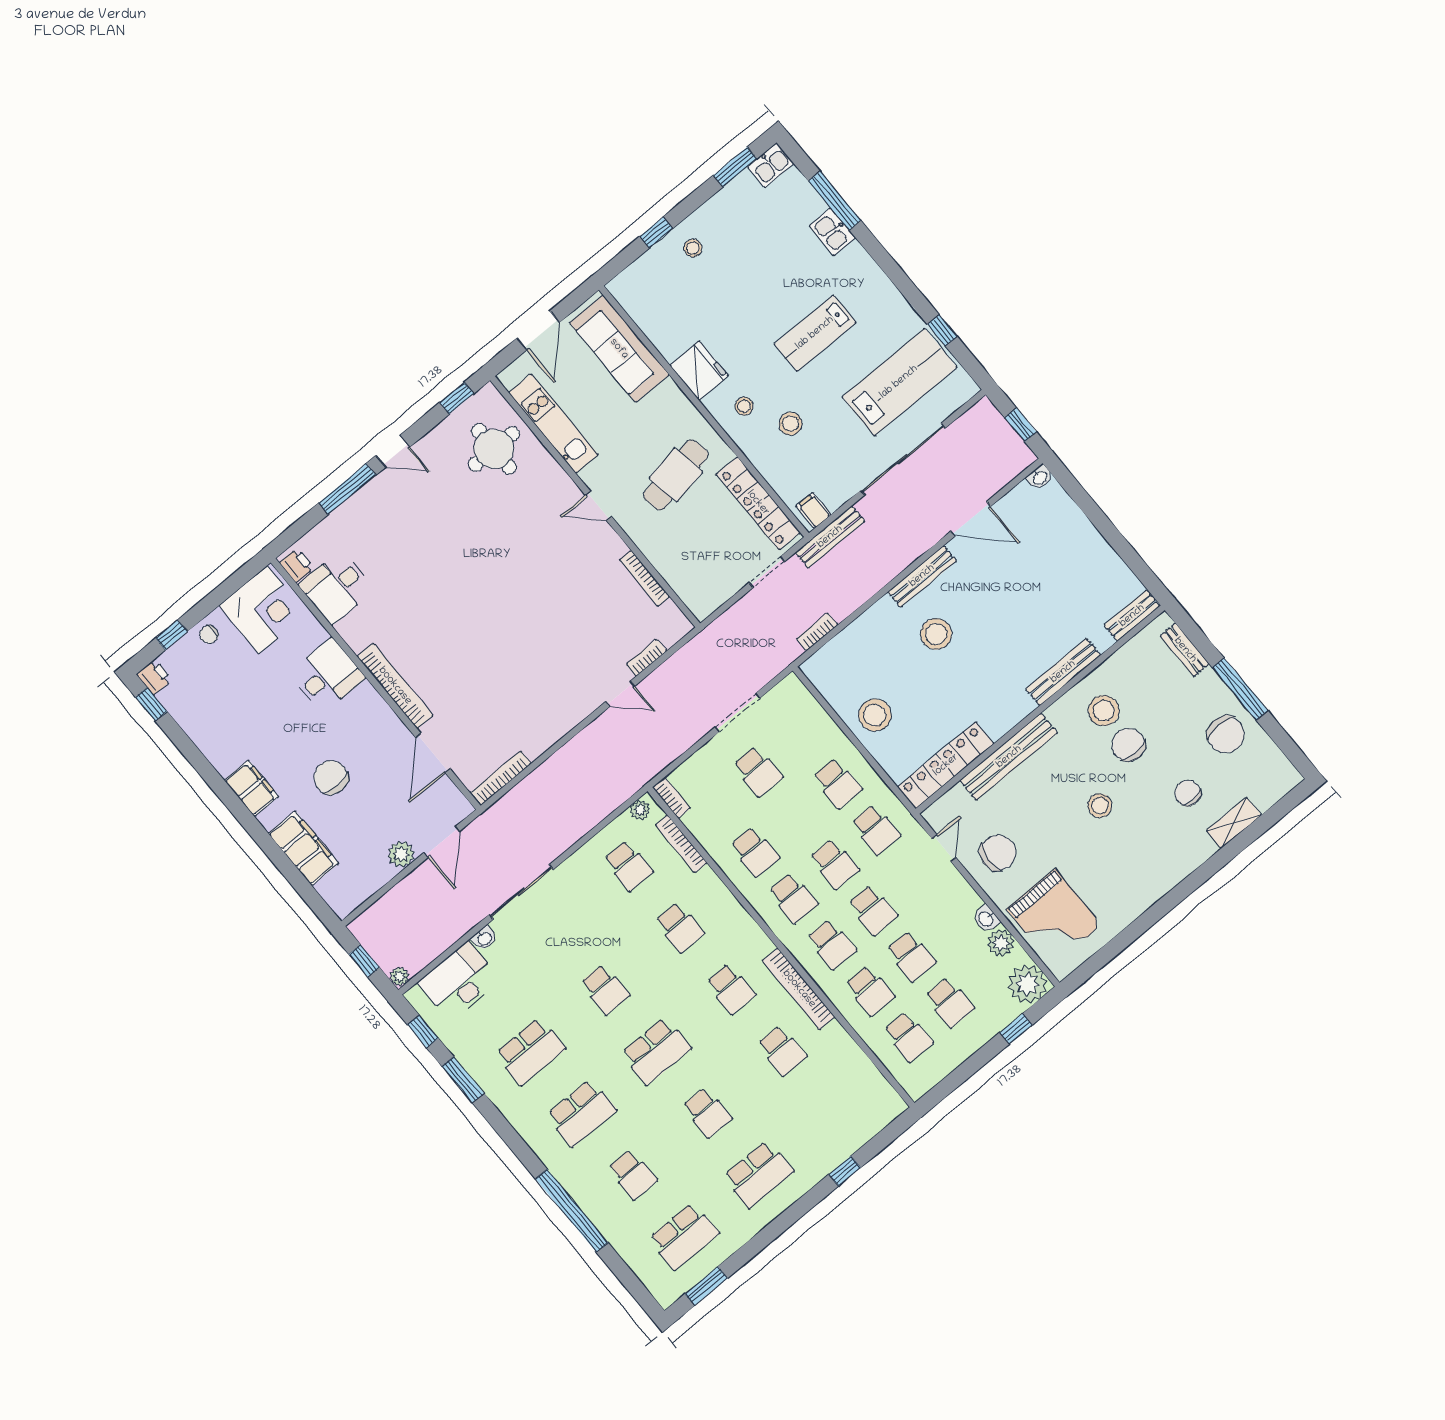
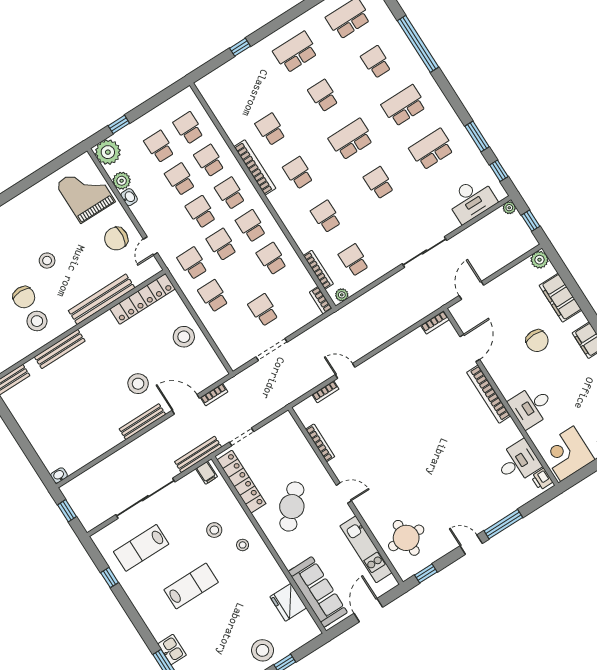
stool: (693, 248) -> (263, 650), width x1.89, depth x1.89
fridge: (699, 371) -> (288, 602), moved
lab bench: (899, 382) -> (141, 548), width x0.73, depth x0.72
cafe table: (676, 475) -> (292, 507), turned -36
door: (971, 519) -> (186, 404), moved
bookcase: (501, 778) -> (435, 322), width x0.64
plant: (401, 854) -> (539, 260), moved
washbasin: (484, 938) -> (452, 225), removed

